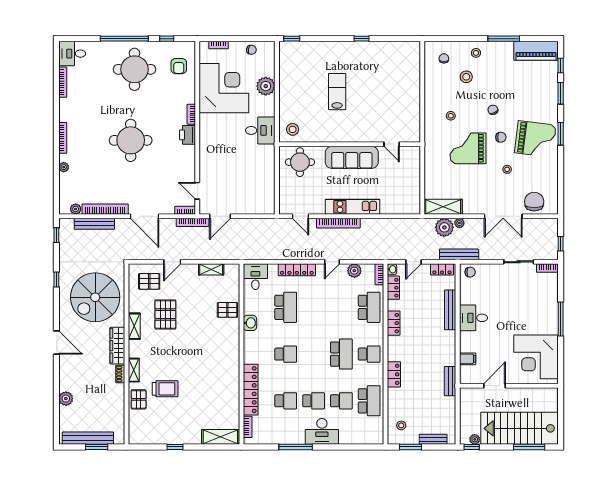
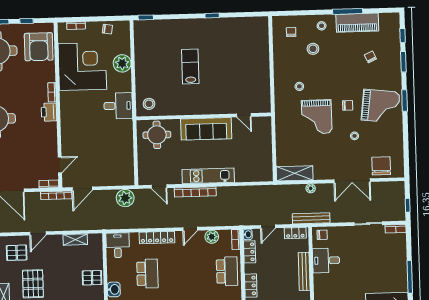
piano: (536, 51) -> (357, 23), moved
armchair: (179, 66) -> (39, 47), width x1.88, depth x1.88
chair: (493, 110) -> (370, 57), moved
grand piano: (468, 148) -> (317, 117), turned -90
door: (197, 191) -> (60, 165), swing flipped
plant: (444, 227) -> (125, 198), moved
desk: (473, 318) -> (326, 260), moved

